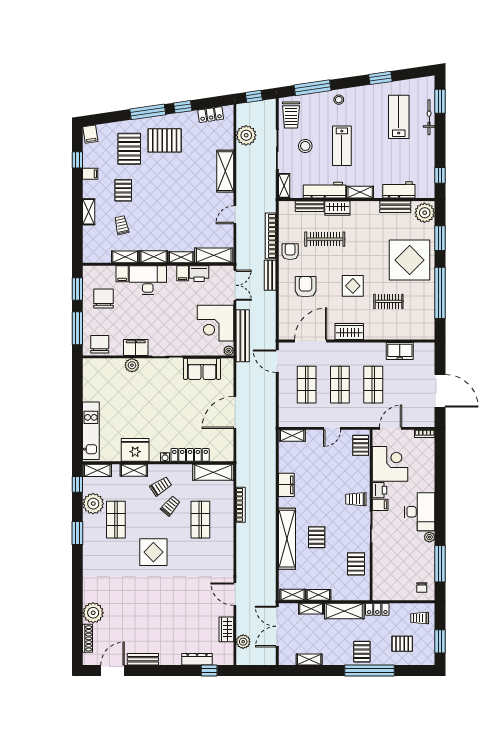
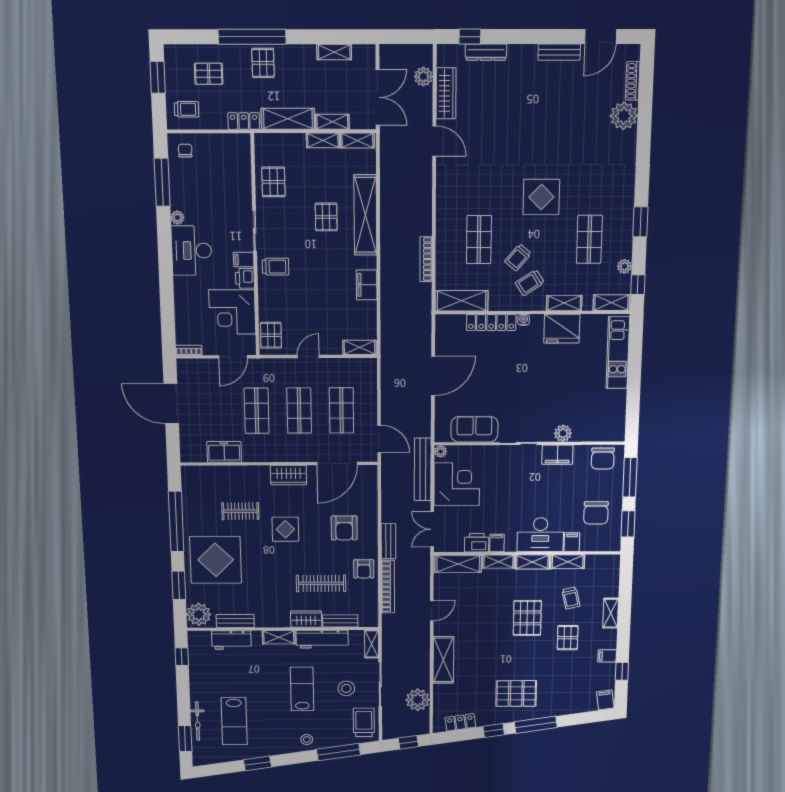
pallet: (129, 149) -> (527, 618), moved
plant: (93, 504) -> (624, 266), width x0.53, depth x0.53
wardrobe: (226, 629) -> (446, 93), width x1.50

